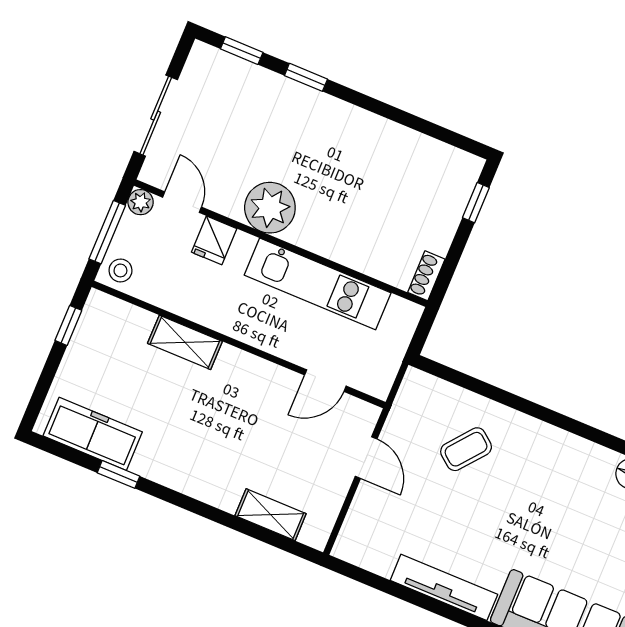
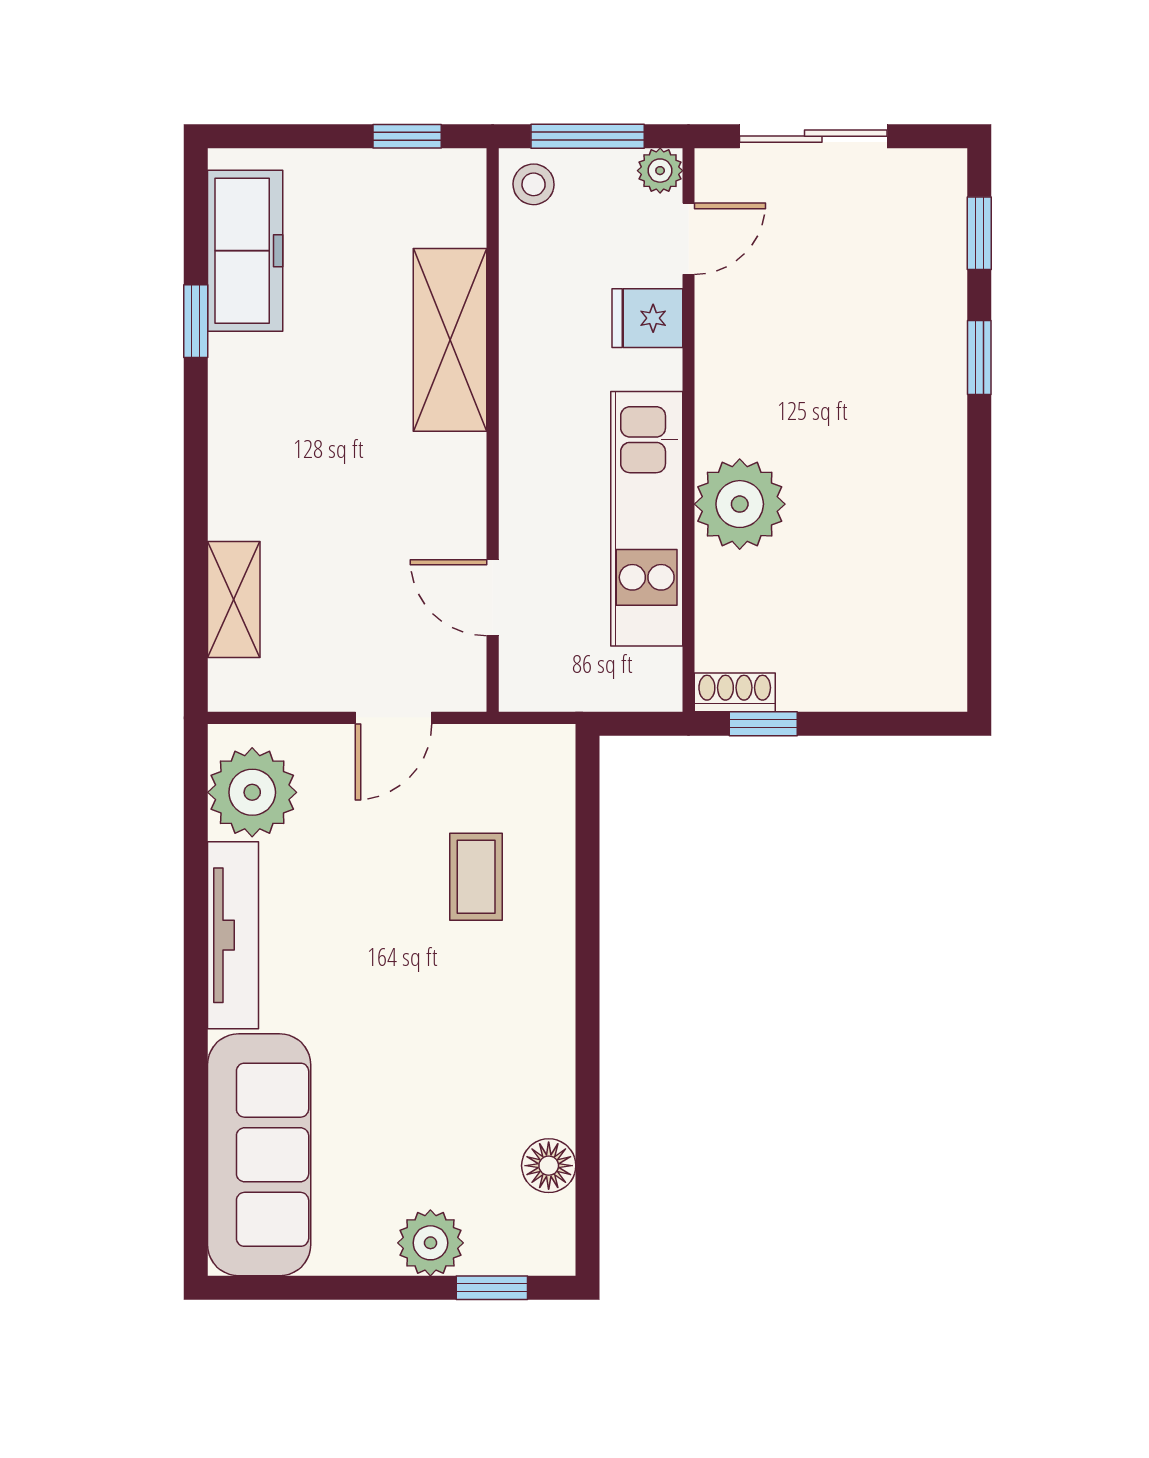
window: (476, 203) -> (763, 724), moved
plant: (270, 208) -> (740, 504), moved
shelving: (185, 342) -> (450, 340), width x1.50, depth x1.33
coffee table: (466, 449) -> (476, 877), turned 51
plant: (374, 547) -> (252, 792), added

